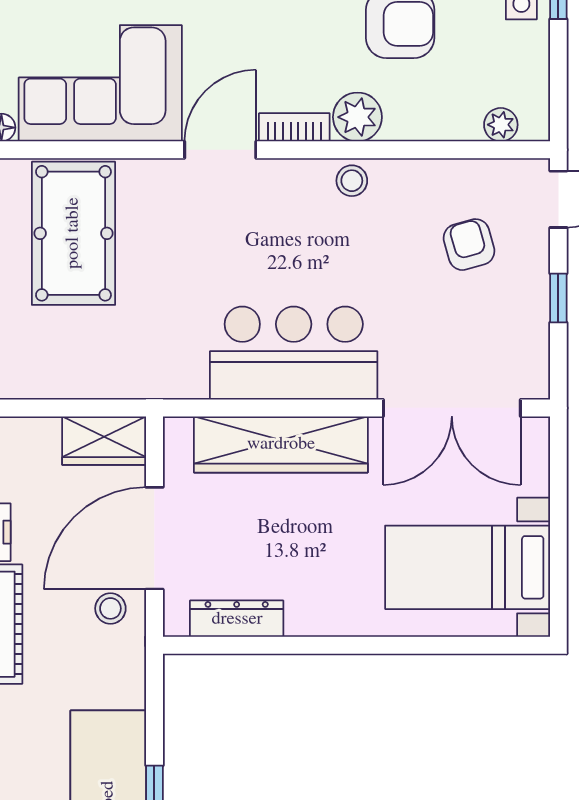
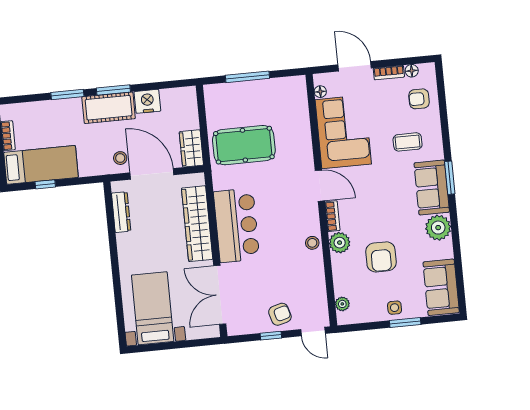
pool table: (73, 233) -> (244, 145), moved
armchair: (469, 245) -> (280, 314), moved

